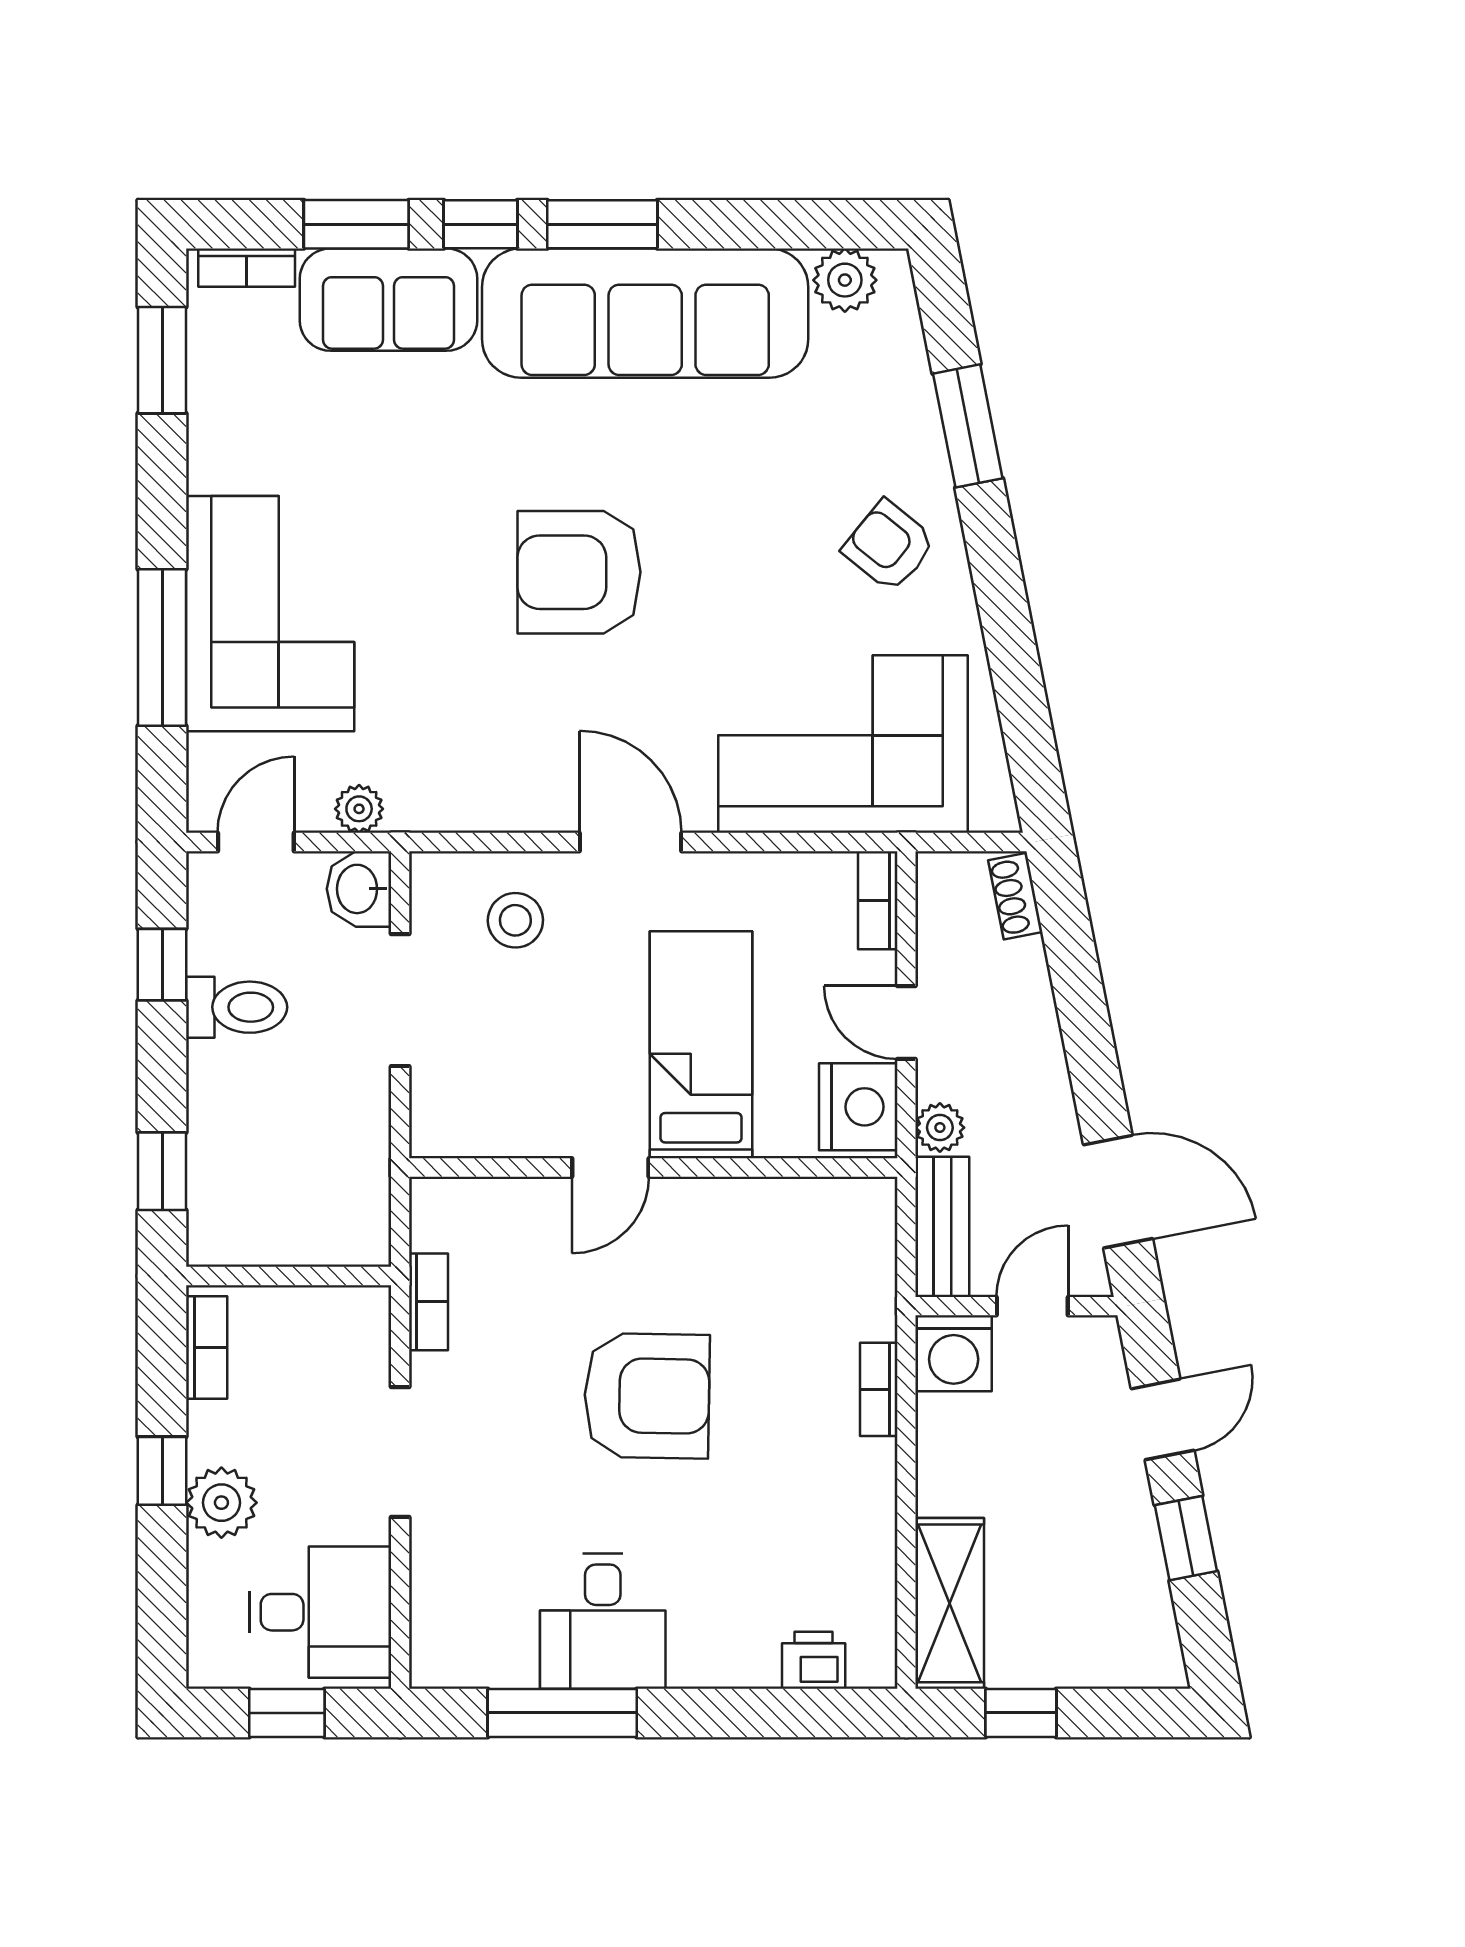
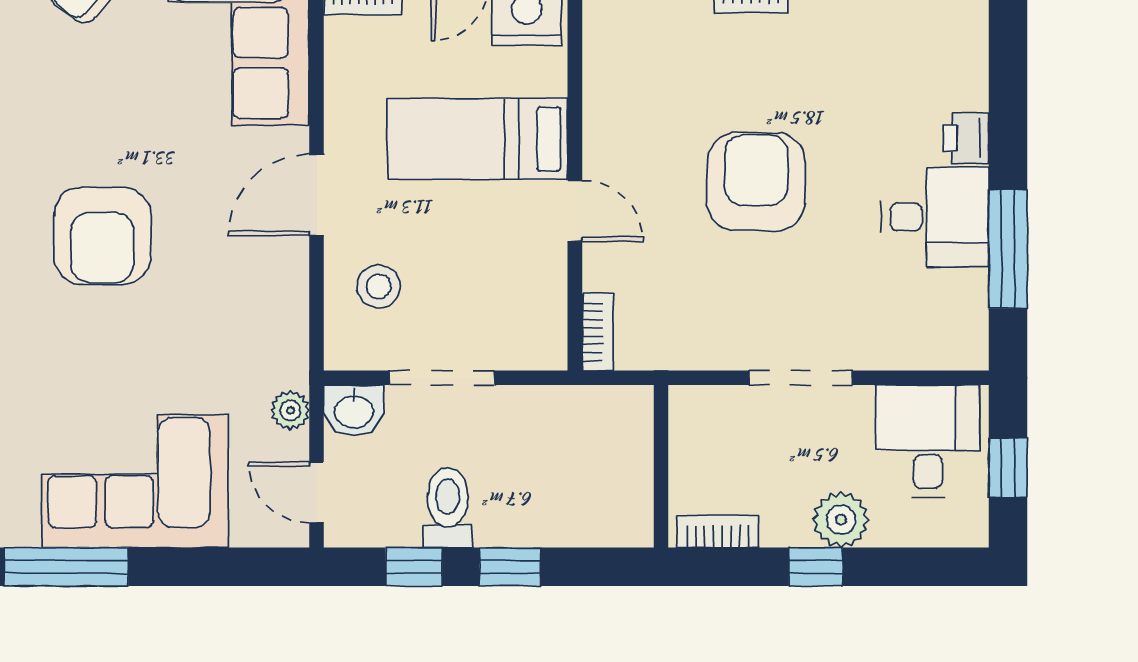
window: (162, 647) -> (66, 567), moved
window: (162, 1171) -> (510, 567), moved
bookcase: (429, 1302) -> (597, 332), moved, turned 90
printer: (814, 1660) -> (966, 138), moved

